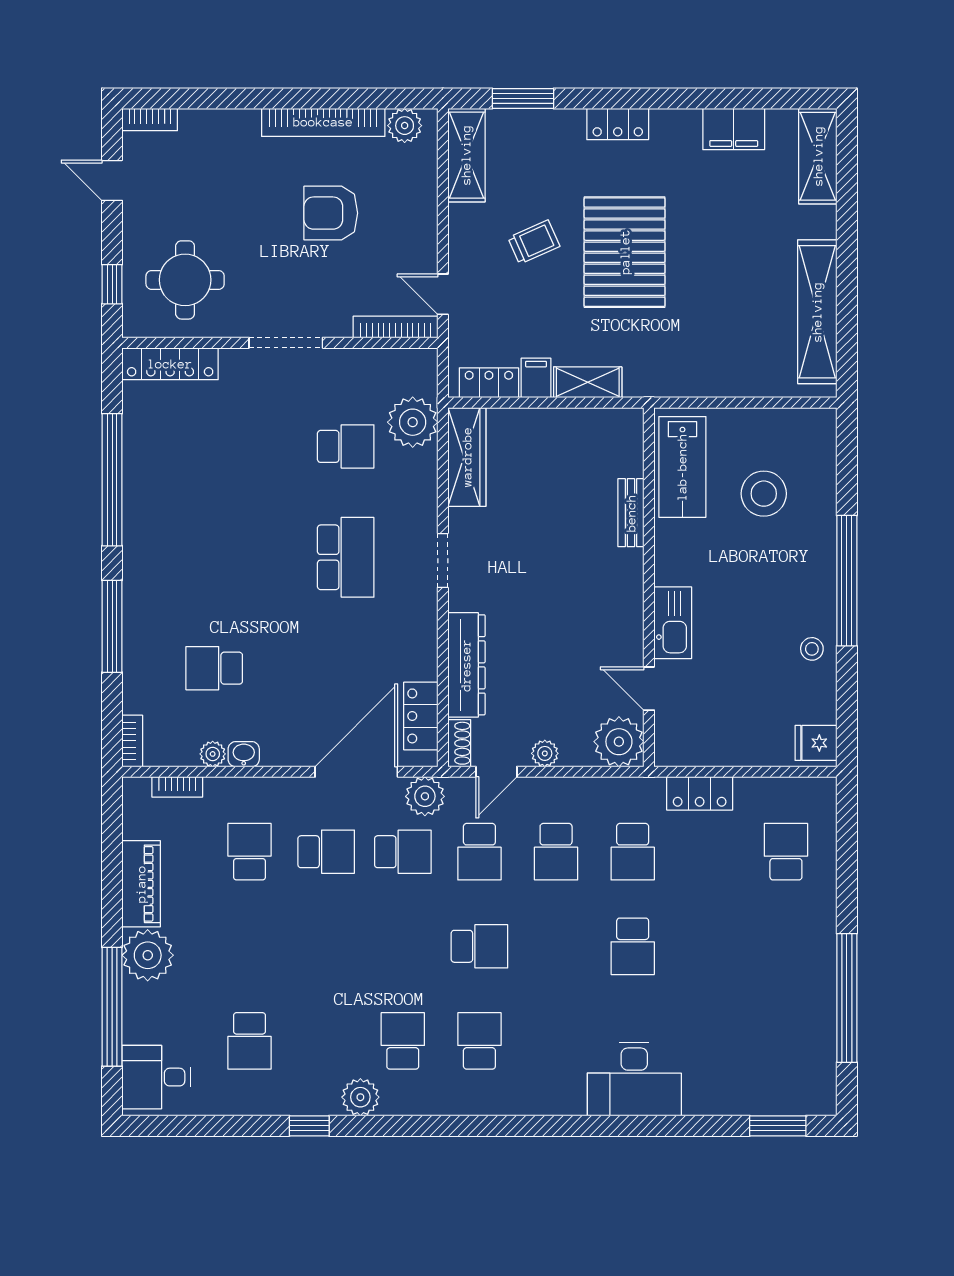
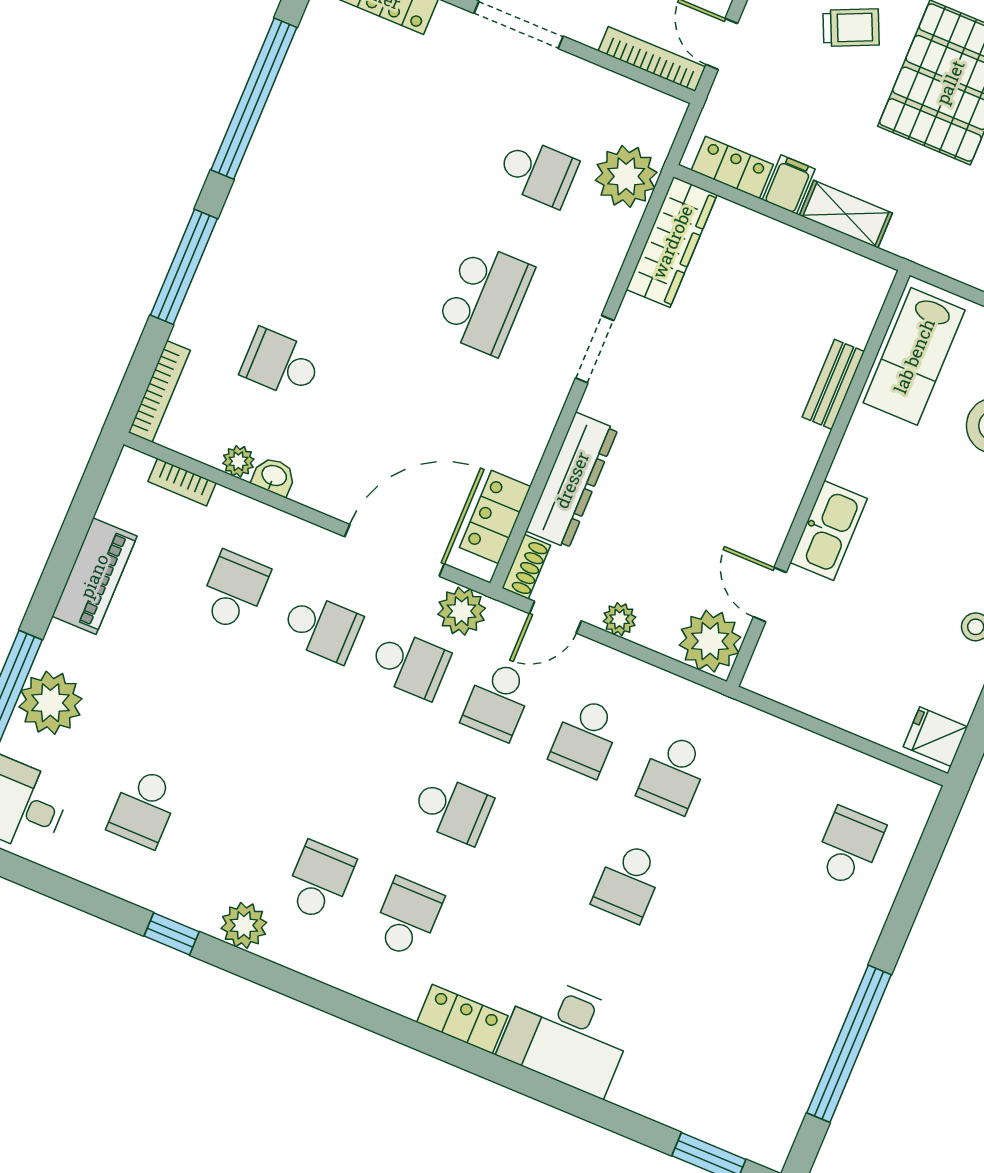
bookcase: (132, 741) -> (159, 391), width x1.56
locker: (700, 793) -> (462, 1019), moved, turned 180
plant: (148, 955) -> (50, 703), moved

